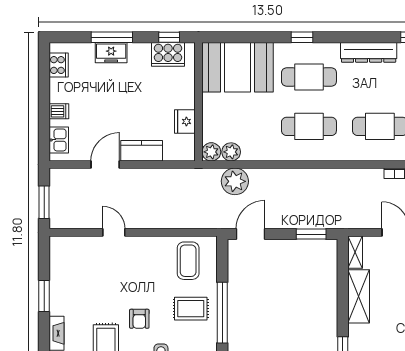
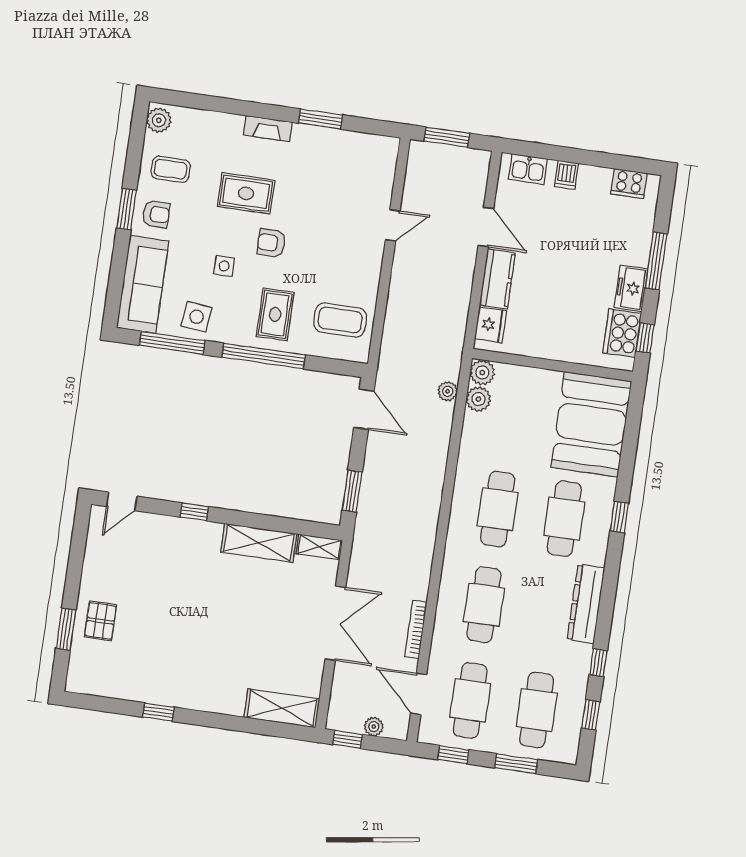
freezer: (111, 53) -> (631, 288), moved
fridge: (185, 121) -> (491, 325), moved, turned 90
plant: (235, 181) -> (448, 391), width x0.53, depth x0.53

